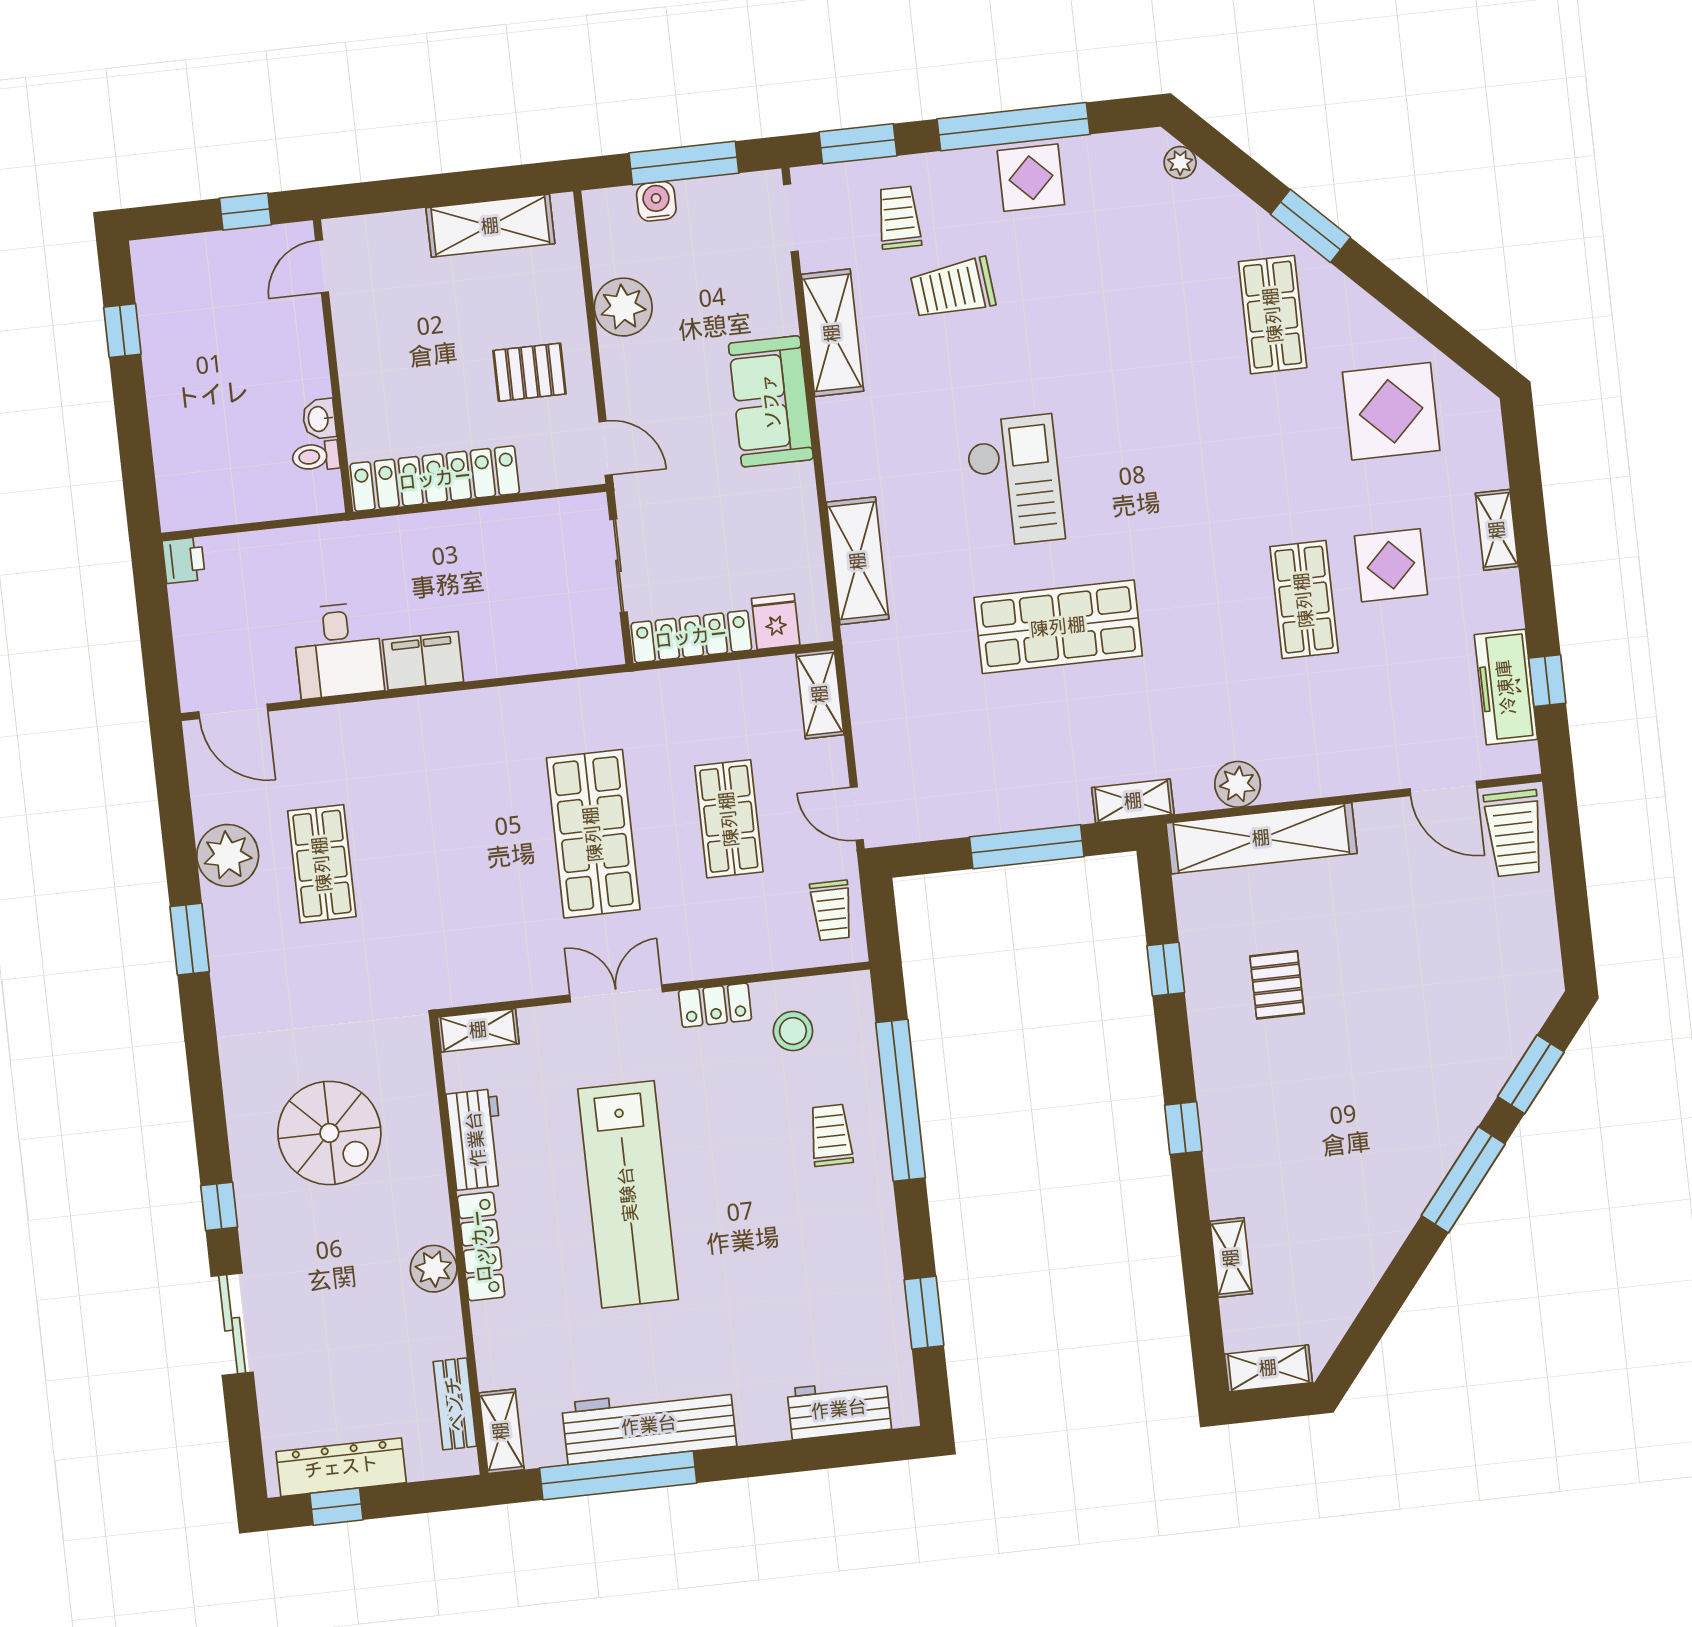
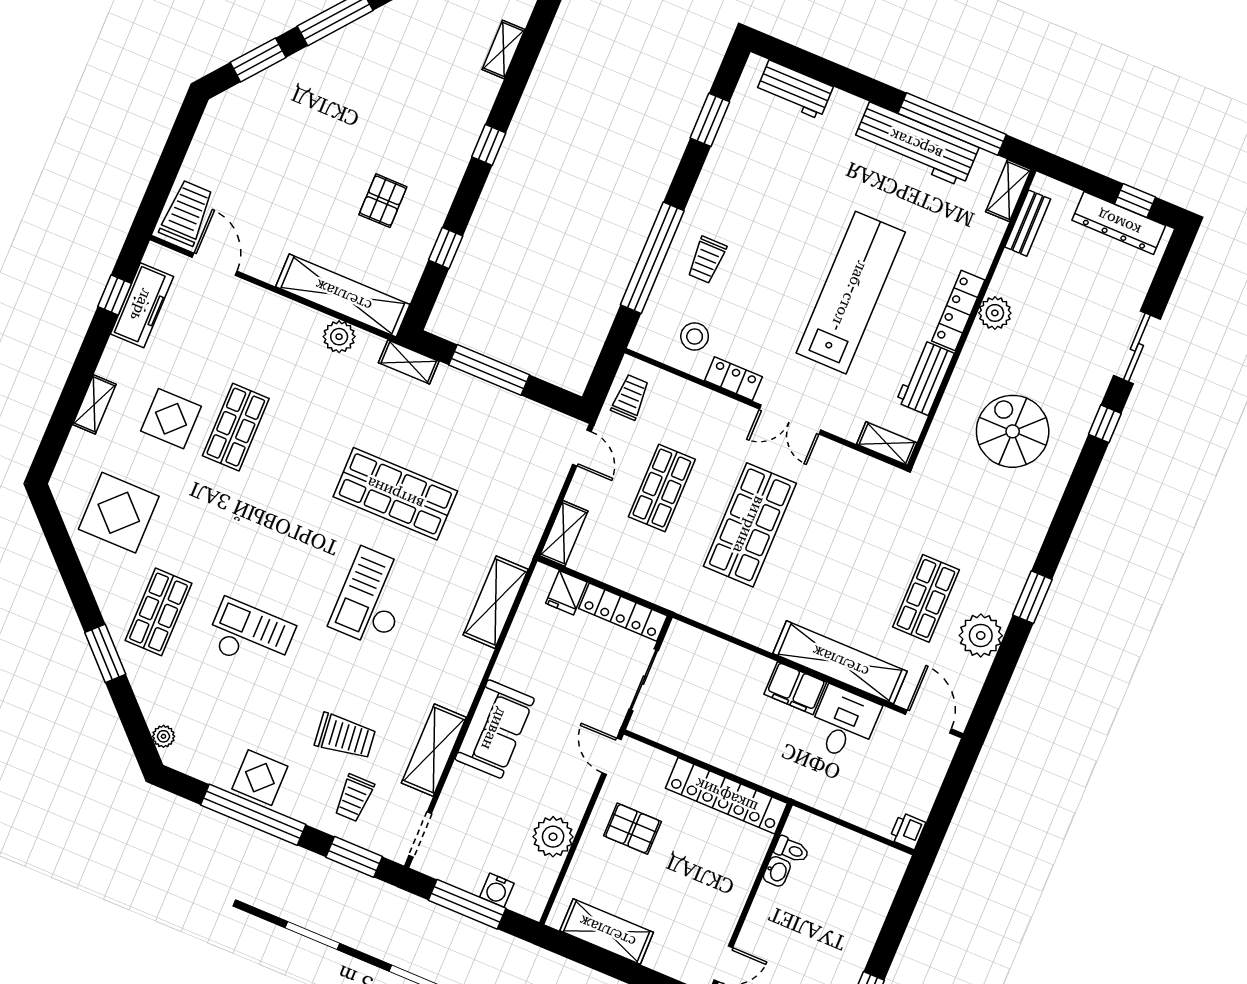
checkout: (1141, 348) -> (250, 636), added
shelving: (385, 724) -> (840, 662), added

